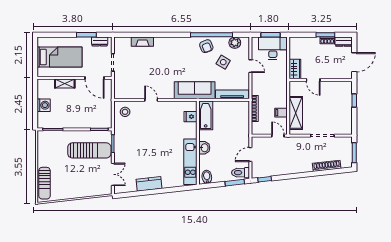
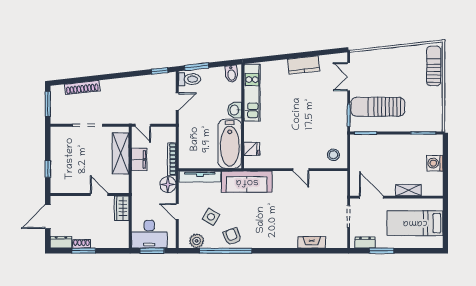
floor lamp: (258, 88) -> (168, 185), added
filing cabinet: (281, 113) -> (139, 159), width x2.00
bathtub: (206, 115) -> (230, 144), width x1.36, depth x1.36

